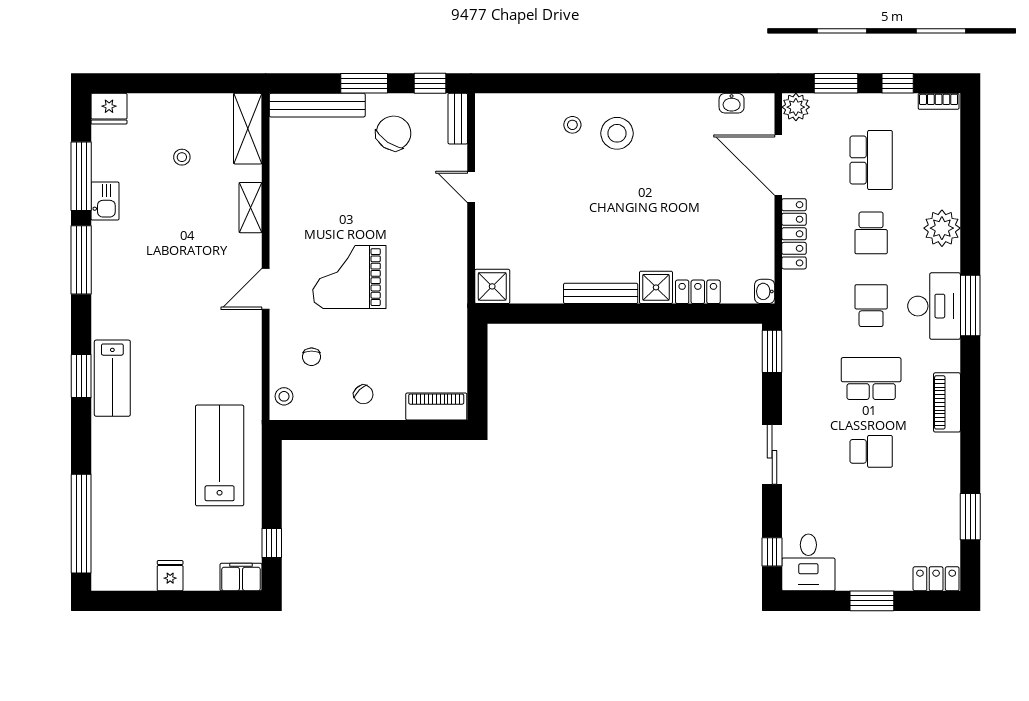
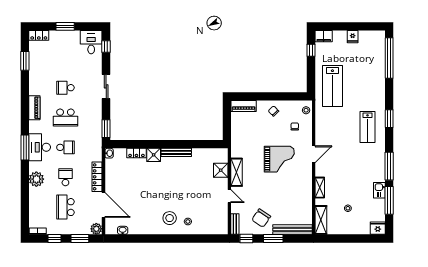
shelving: (454, 245) -> (237, 172), added
shower: (492, 286) -> (221, 170), moved
school desk: (871, 306) -> (65, 147), turned -90
lab bench: (112, 378) -> (367, 127), moved, turned 180

